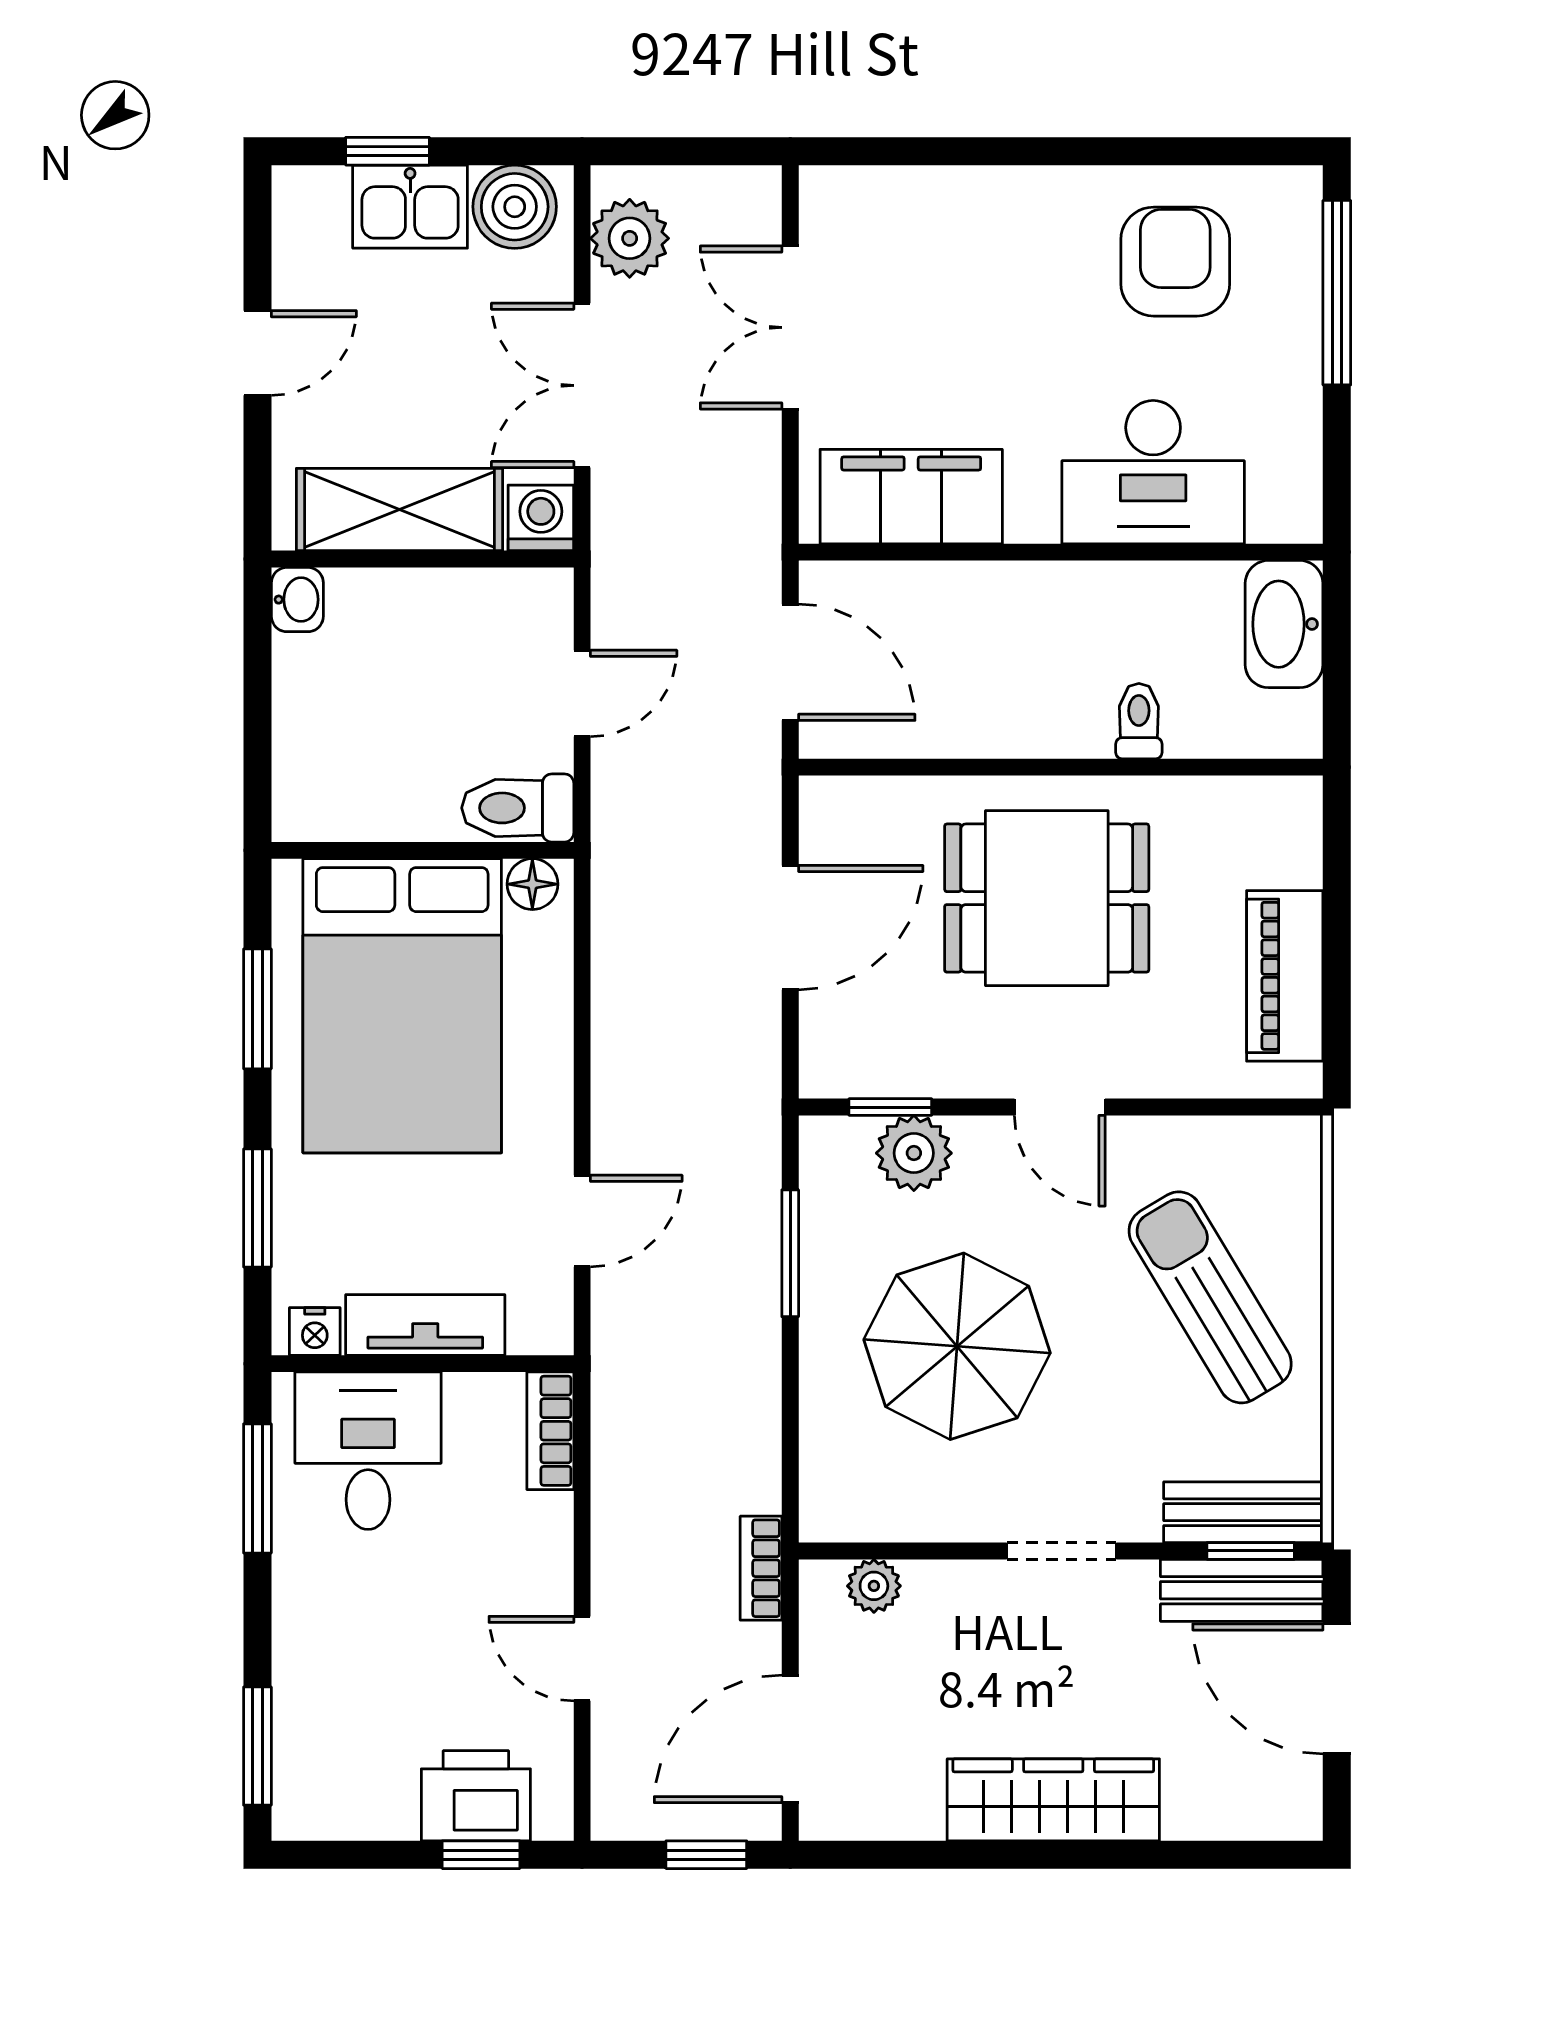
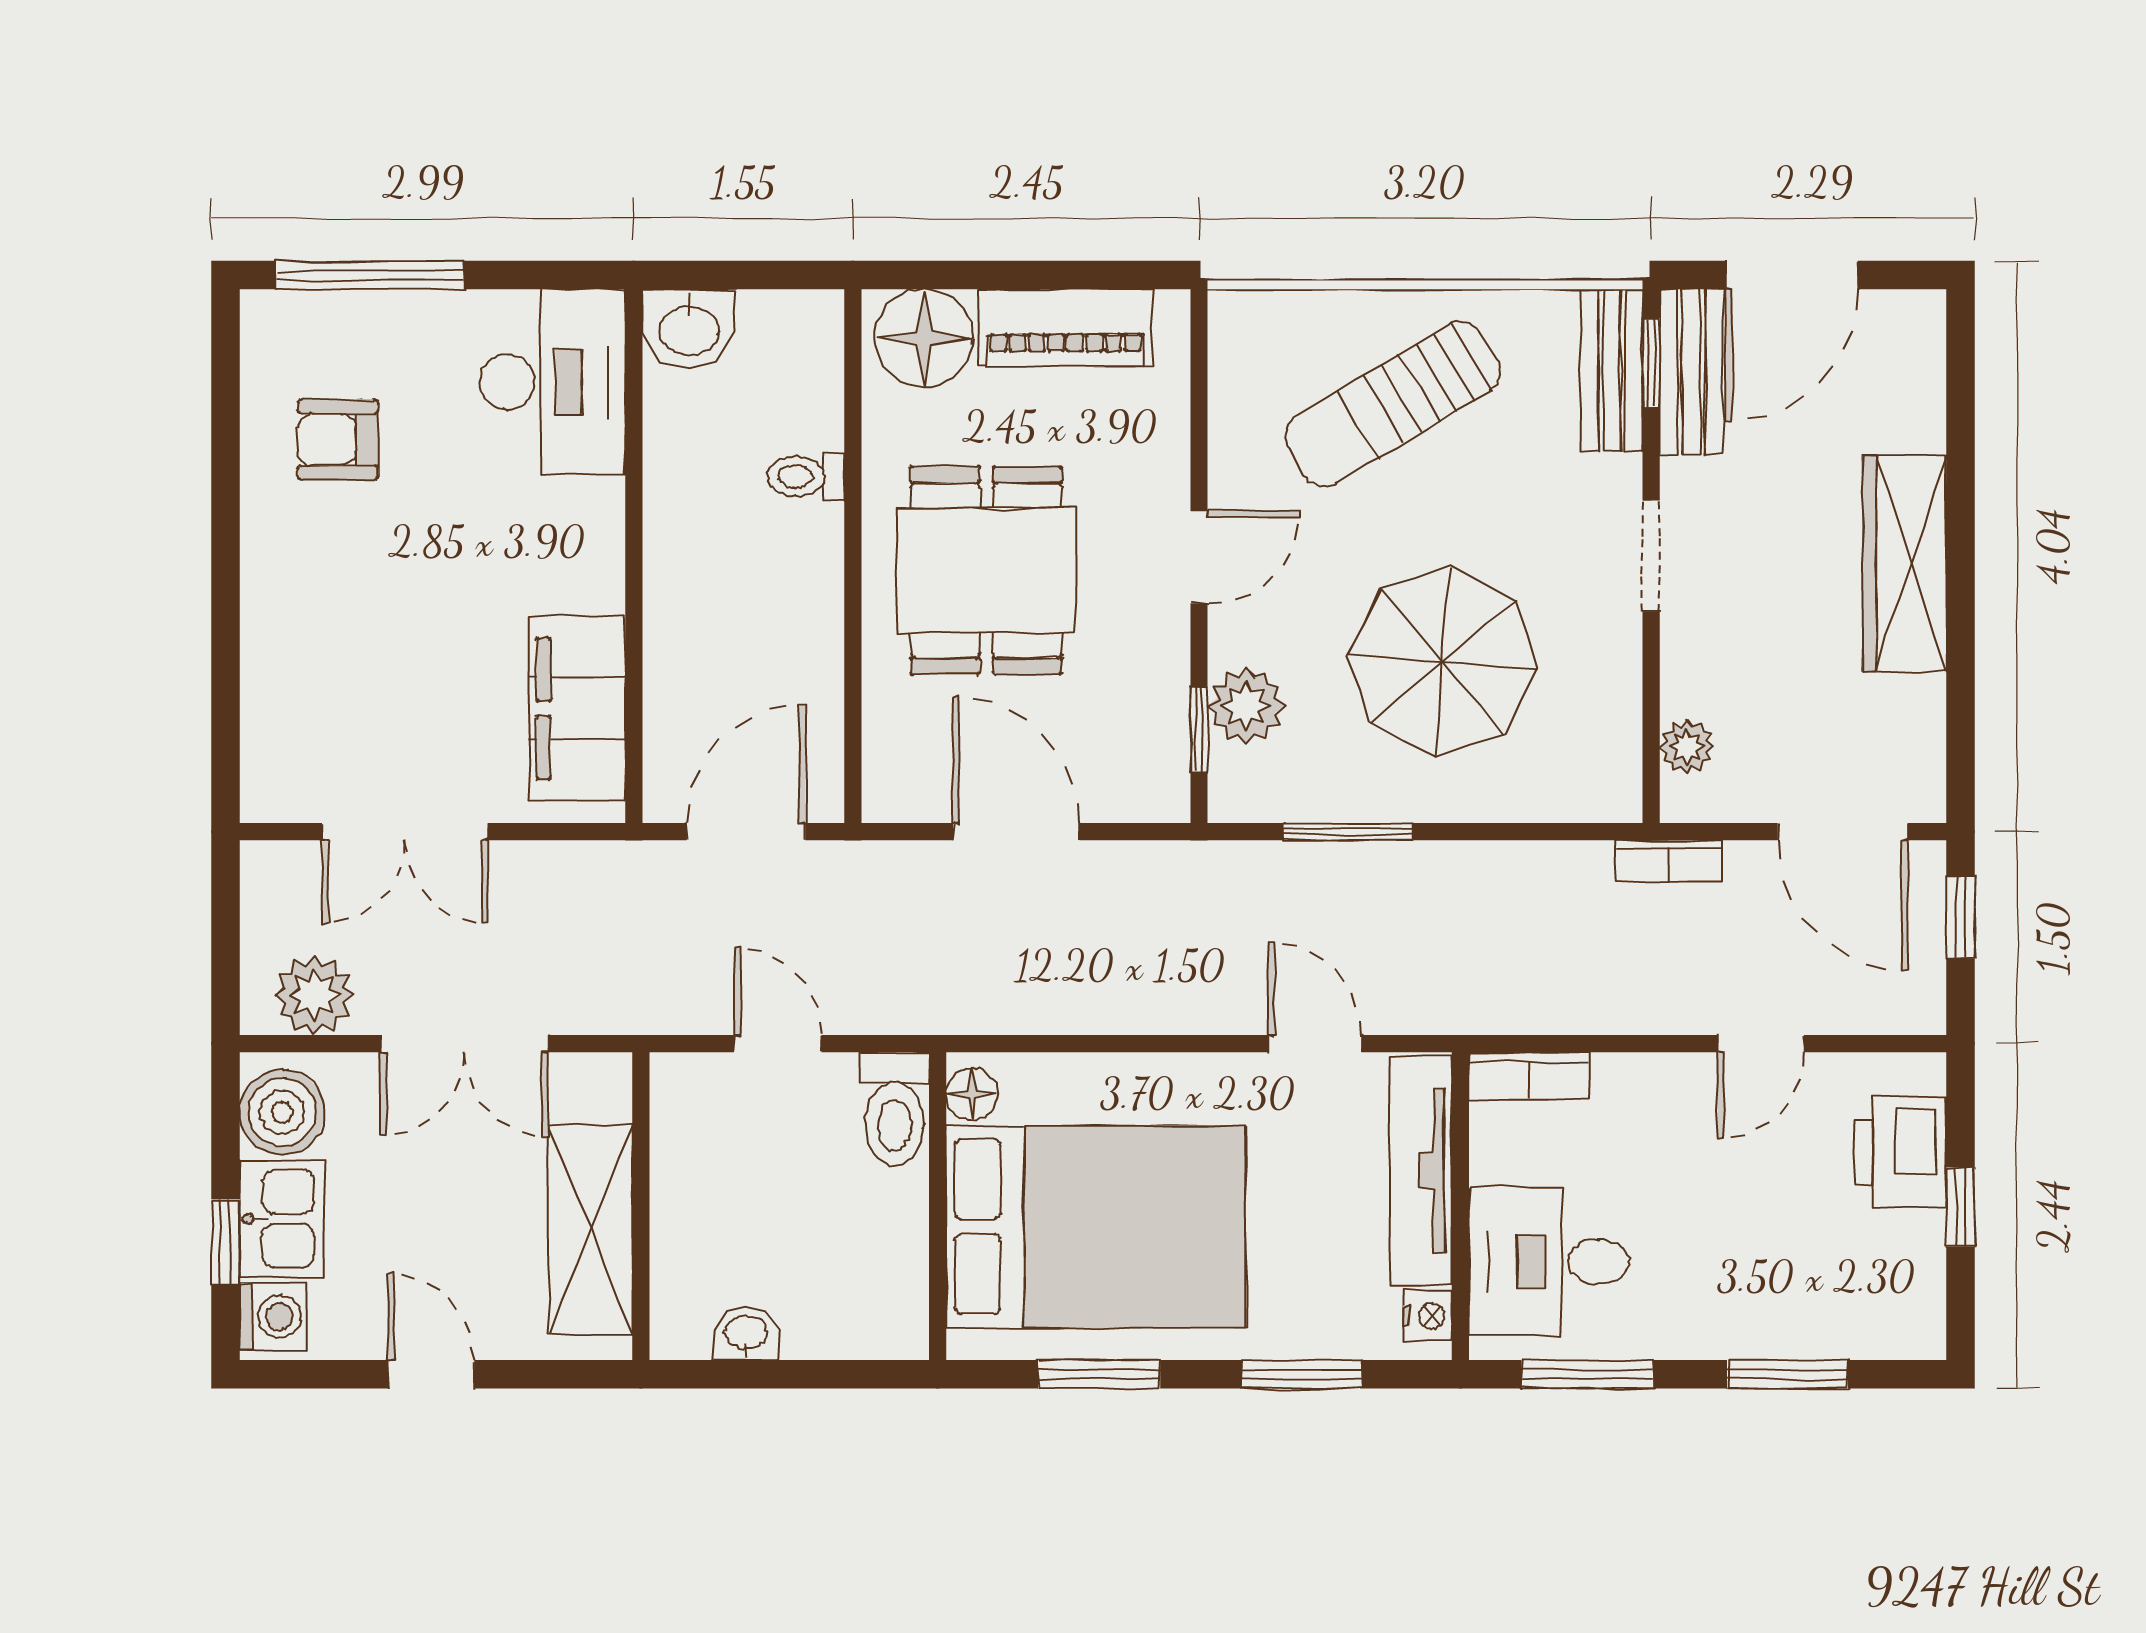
armchair: (1175, 262) -> (338, 440), width x0.72, depth x0.72
desk: (1153, 472) -> (552, 382), moved
washing machine: (541, 518) -> (273, 1316), moved, turned 180
washbasin: (297, 600) -> (746, 1334), moved
washbasin: (1284, 624) -> (689, 329), width x0.72
floor lamp: (1275, 837) -> (924, 338), added
tv unit: (425, 1325) -> (1421, 1170), width x1.41
window: (257, 1746) -> (1788, 1374), moved
window: (481, 1855) -> (1961, 1207), moved

